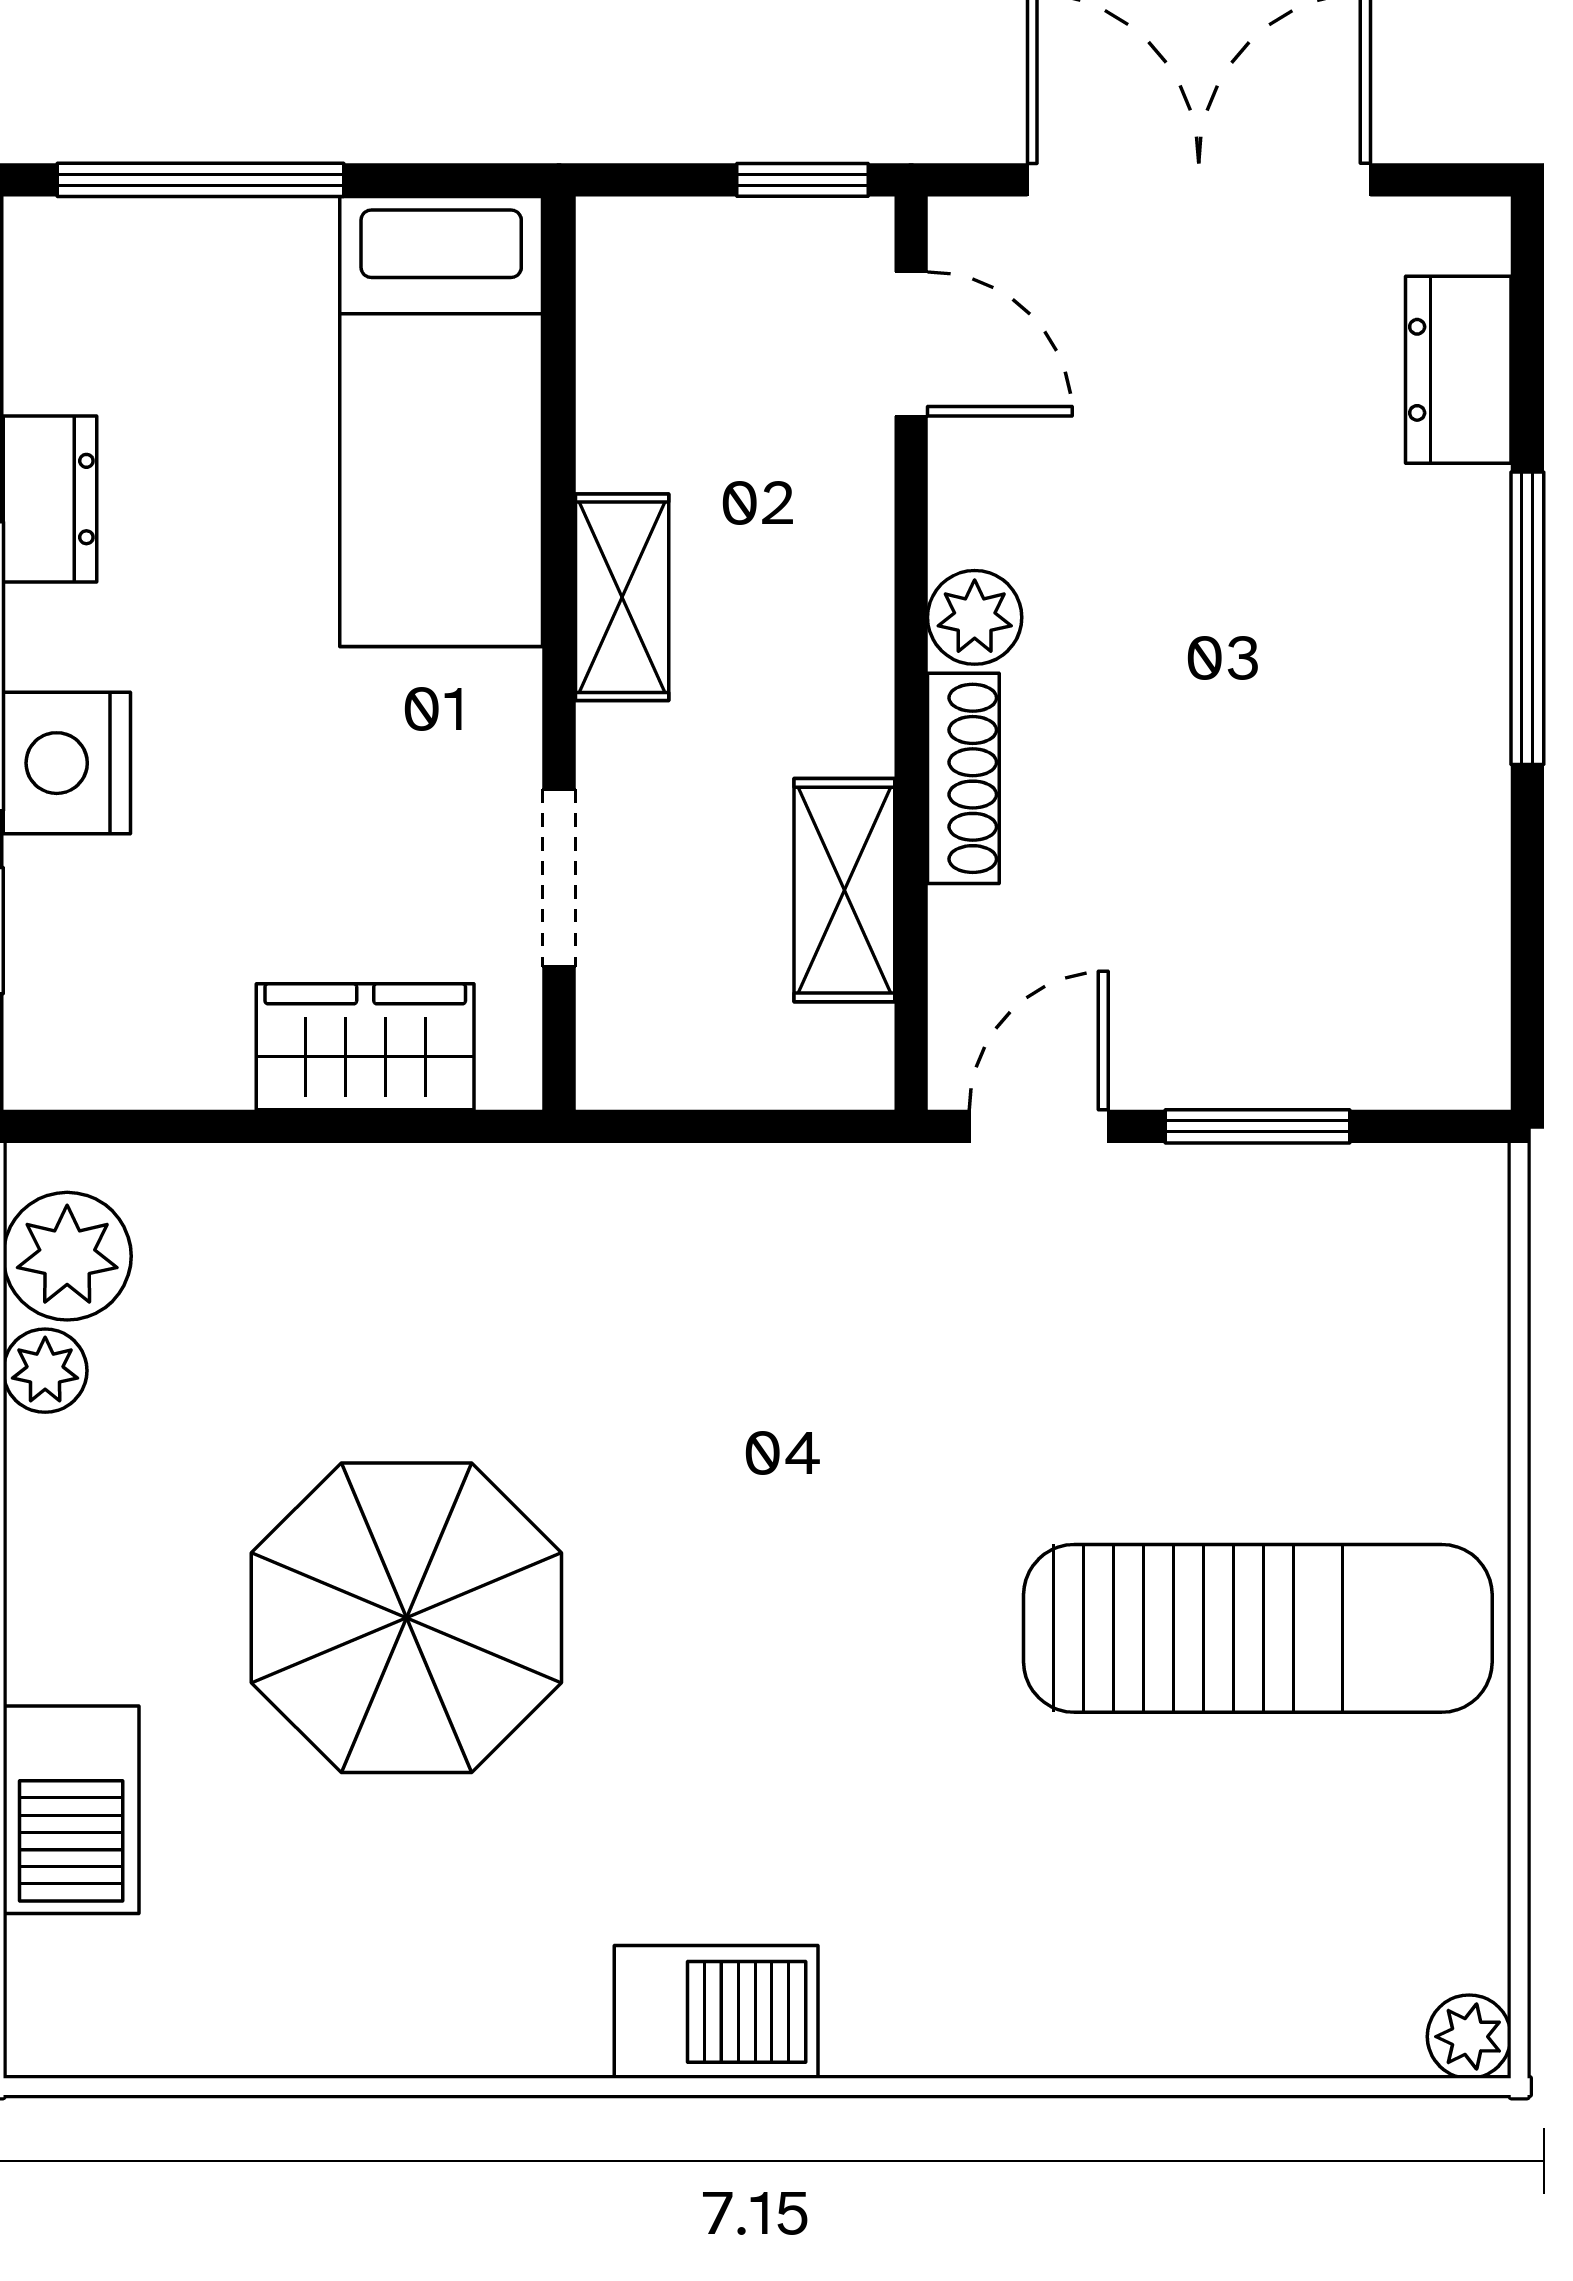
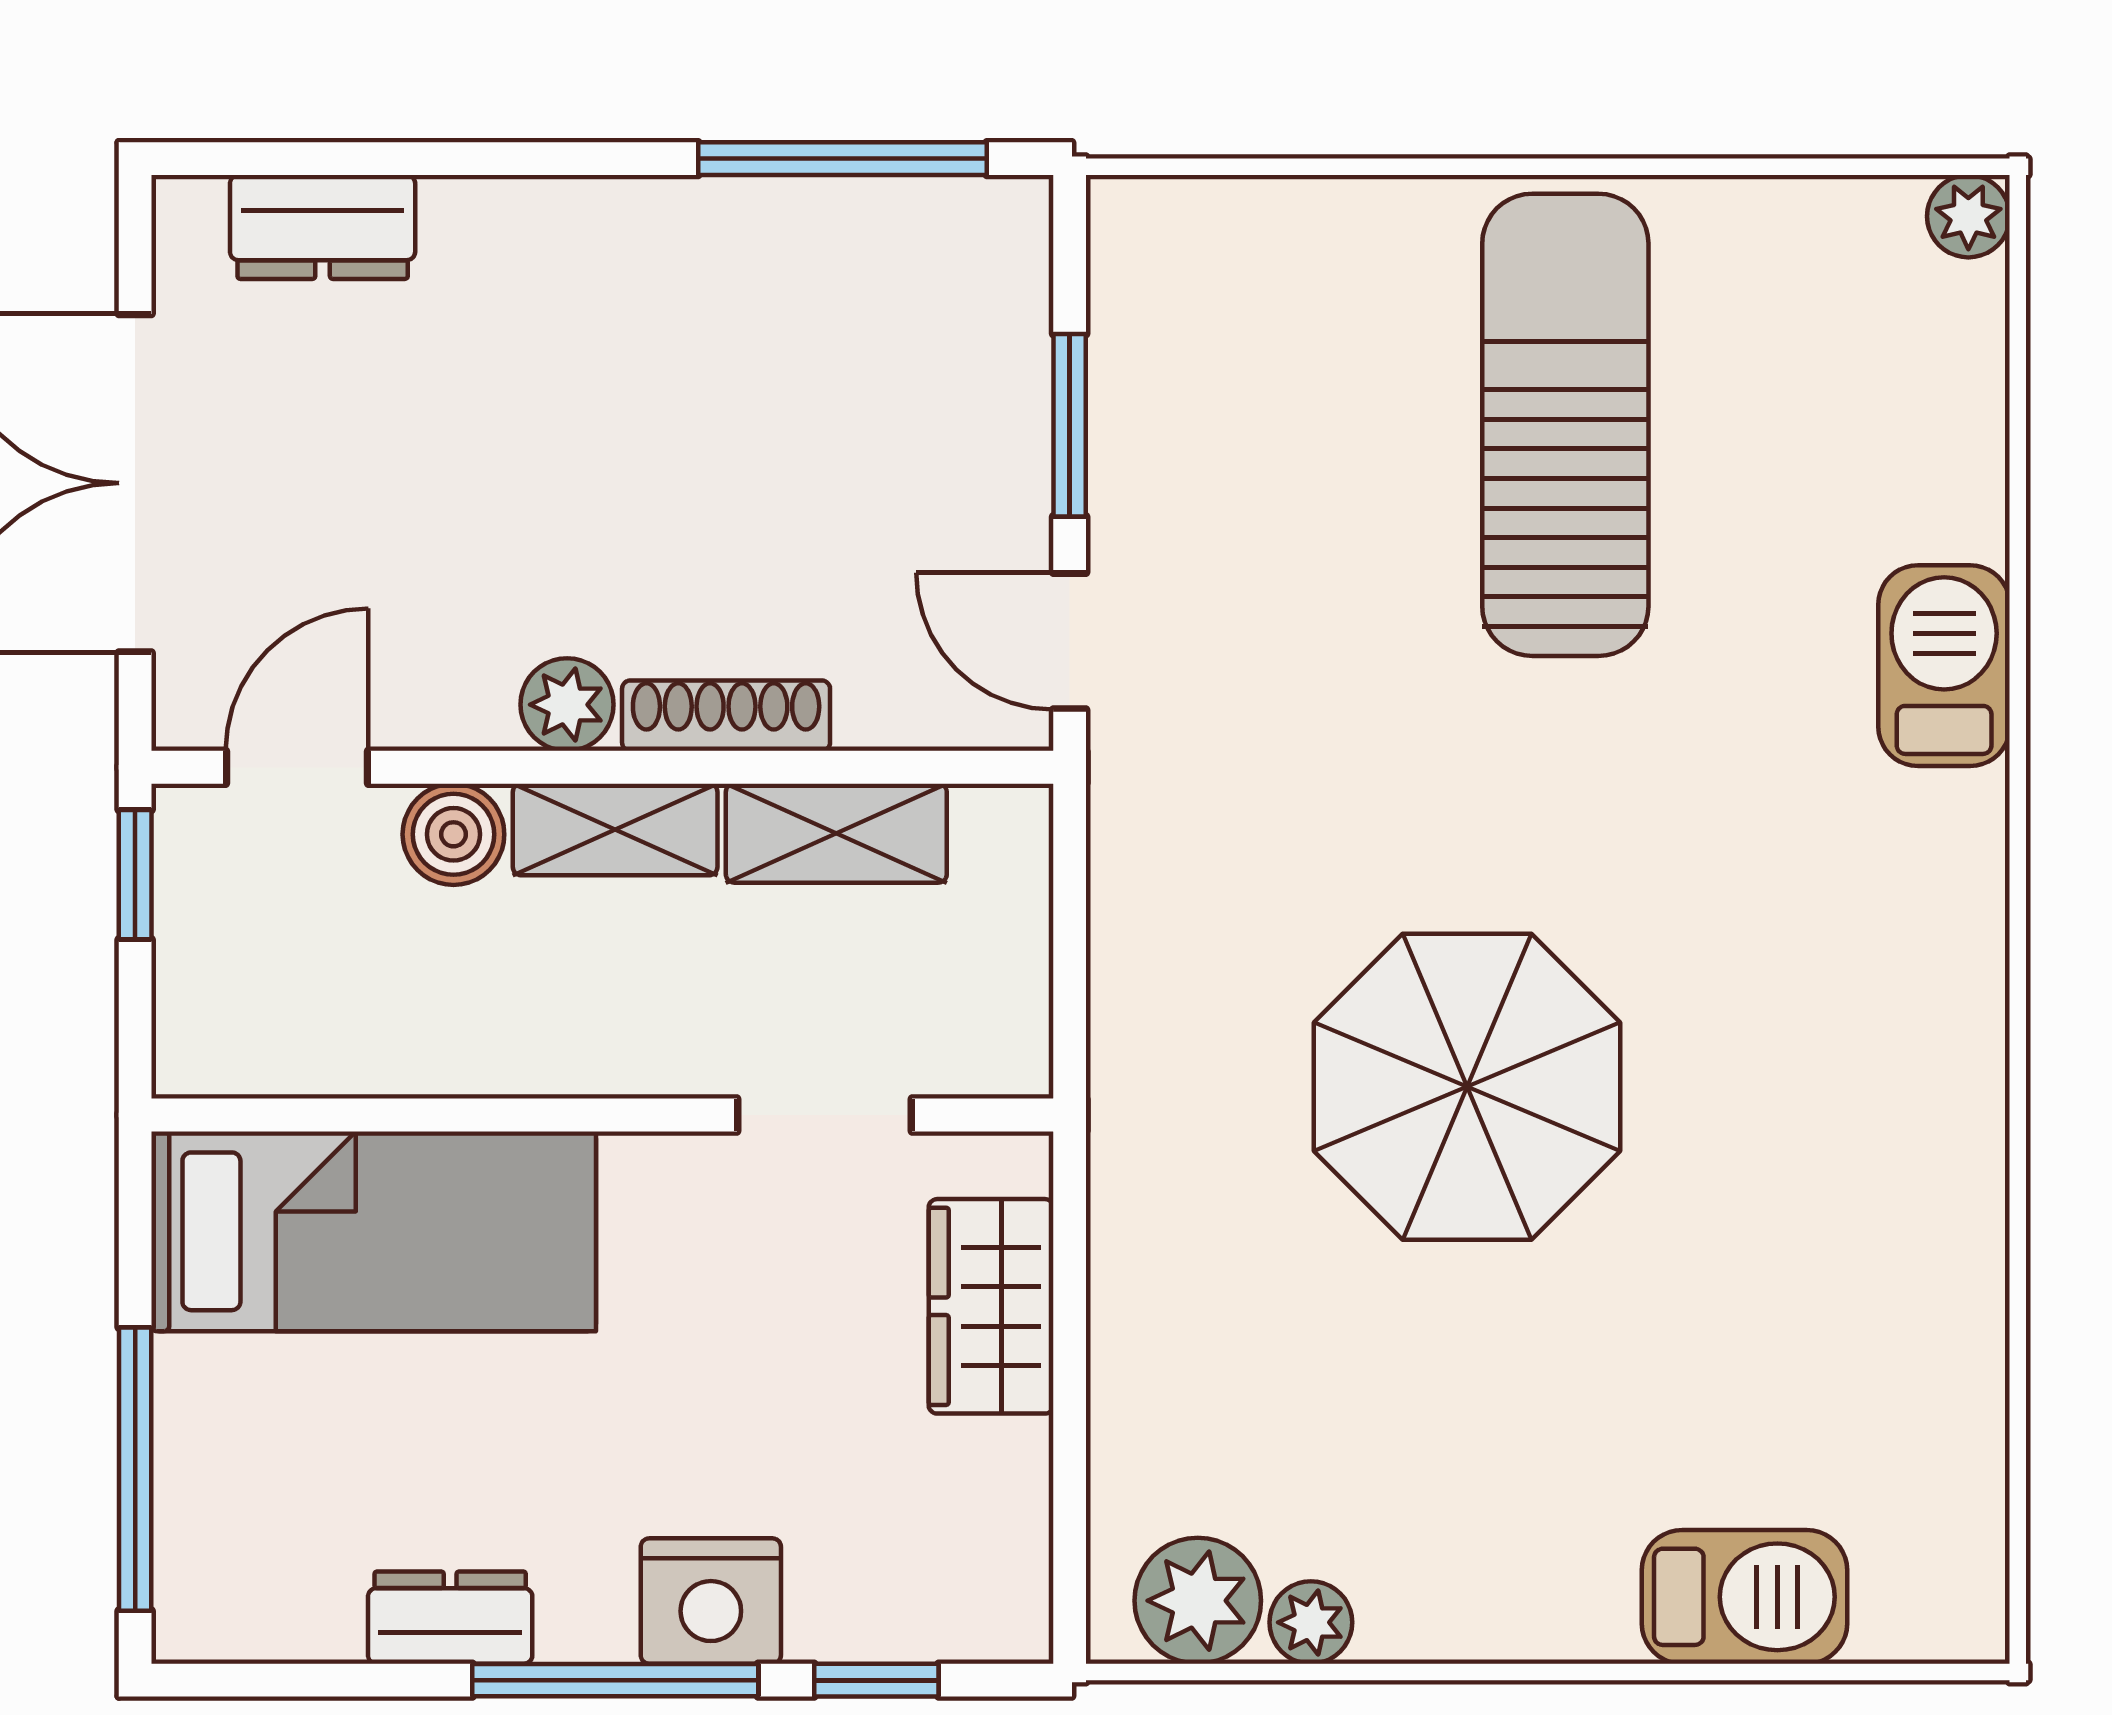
boiler: (843, 502) -> (453, 834), added
shelving: (622, 597) -> (615, 830), moved
window: (1527, 618) -> (843, 159), moved
parasol: (406, 1618) -> (1467, 1087), moved
barbecue: (716, 2012) -> (1944, 666), moved

